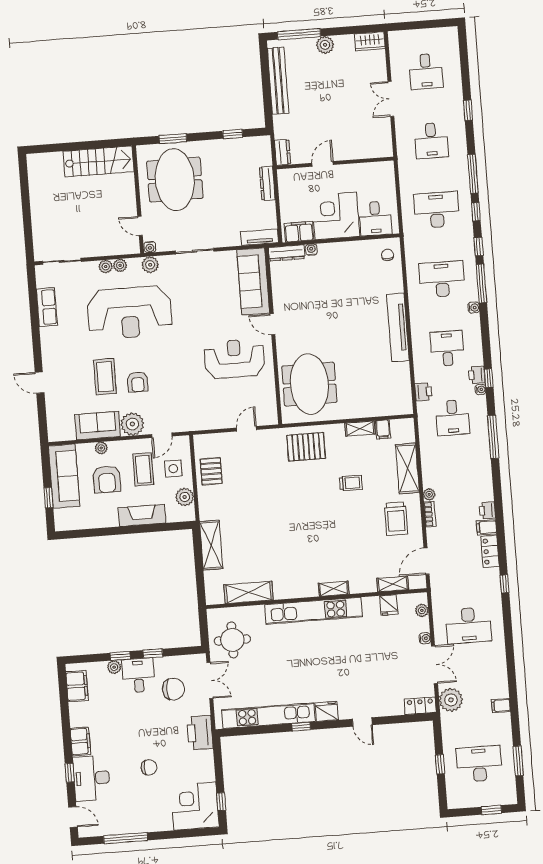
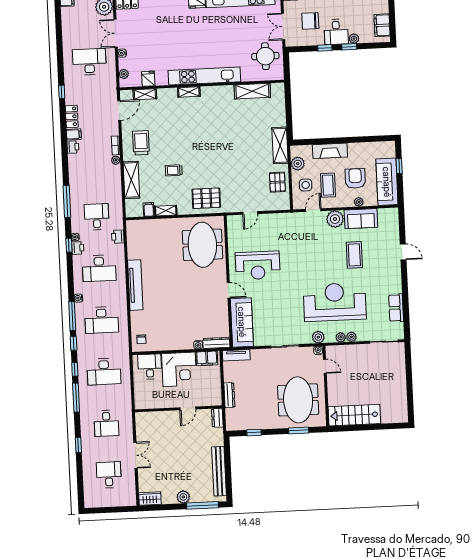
desk: (431, 141) -> (106, 423), turned 180
desk: (447, 348) -> (99, 268), width x1.37
armchair: (138, 382) -> (330, 250), removed
shelving: (211, 545) -> (280, 145), moved

